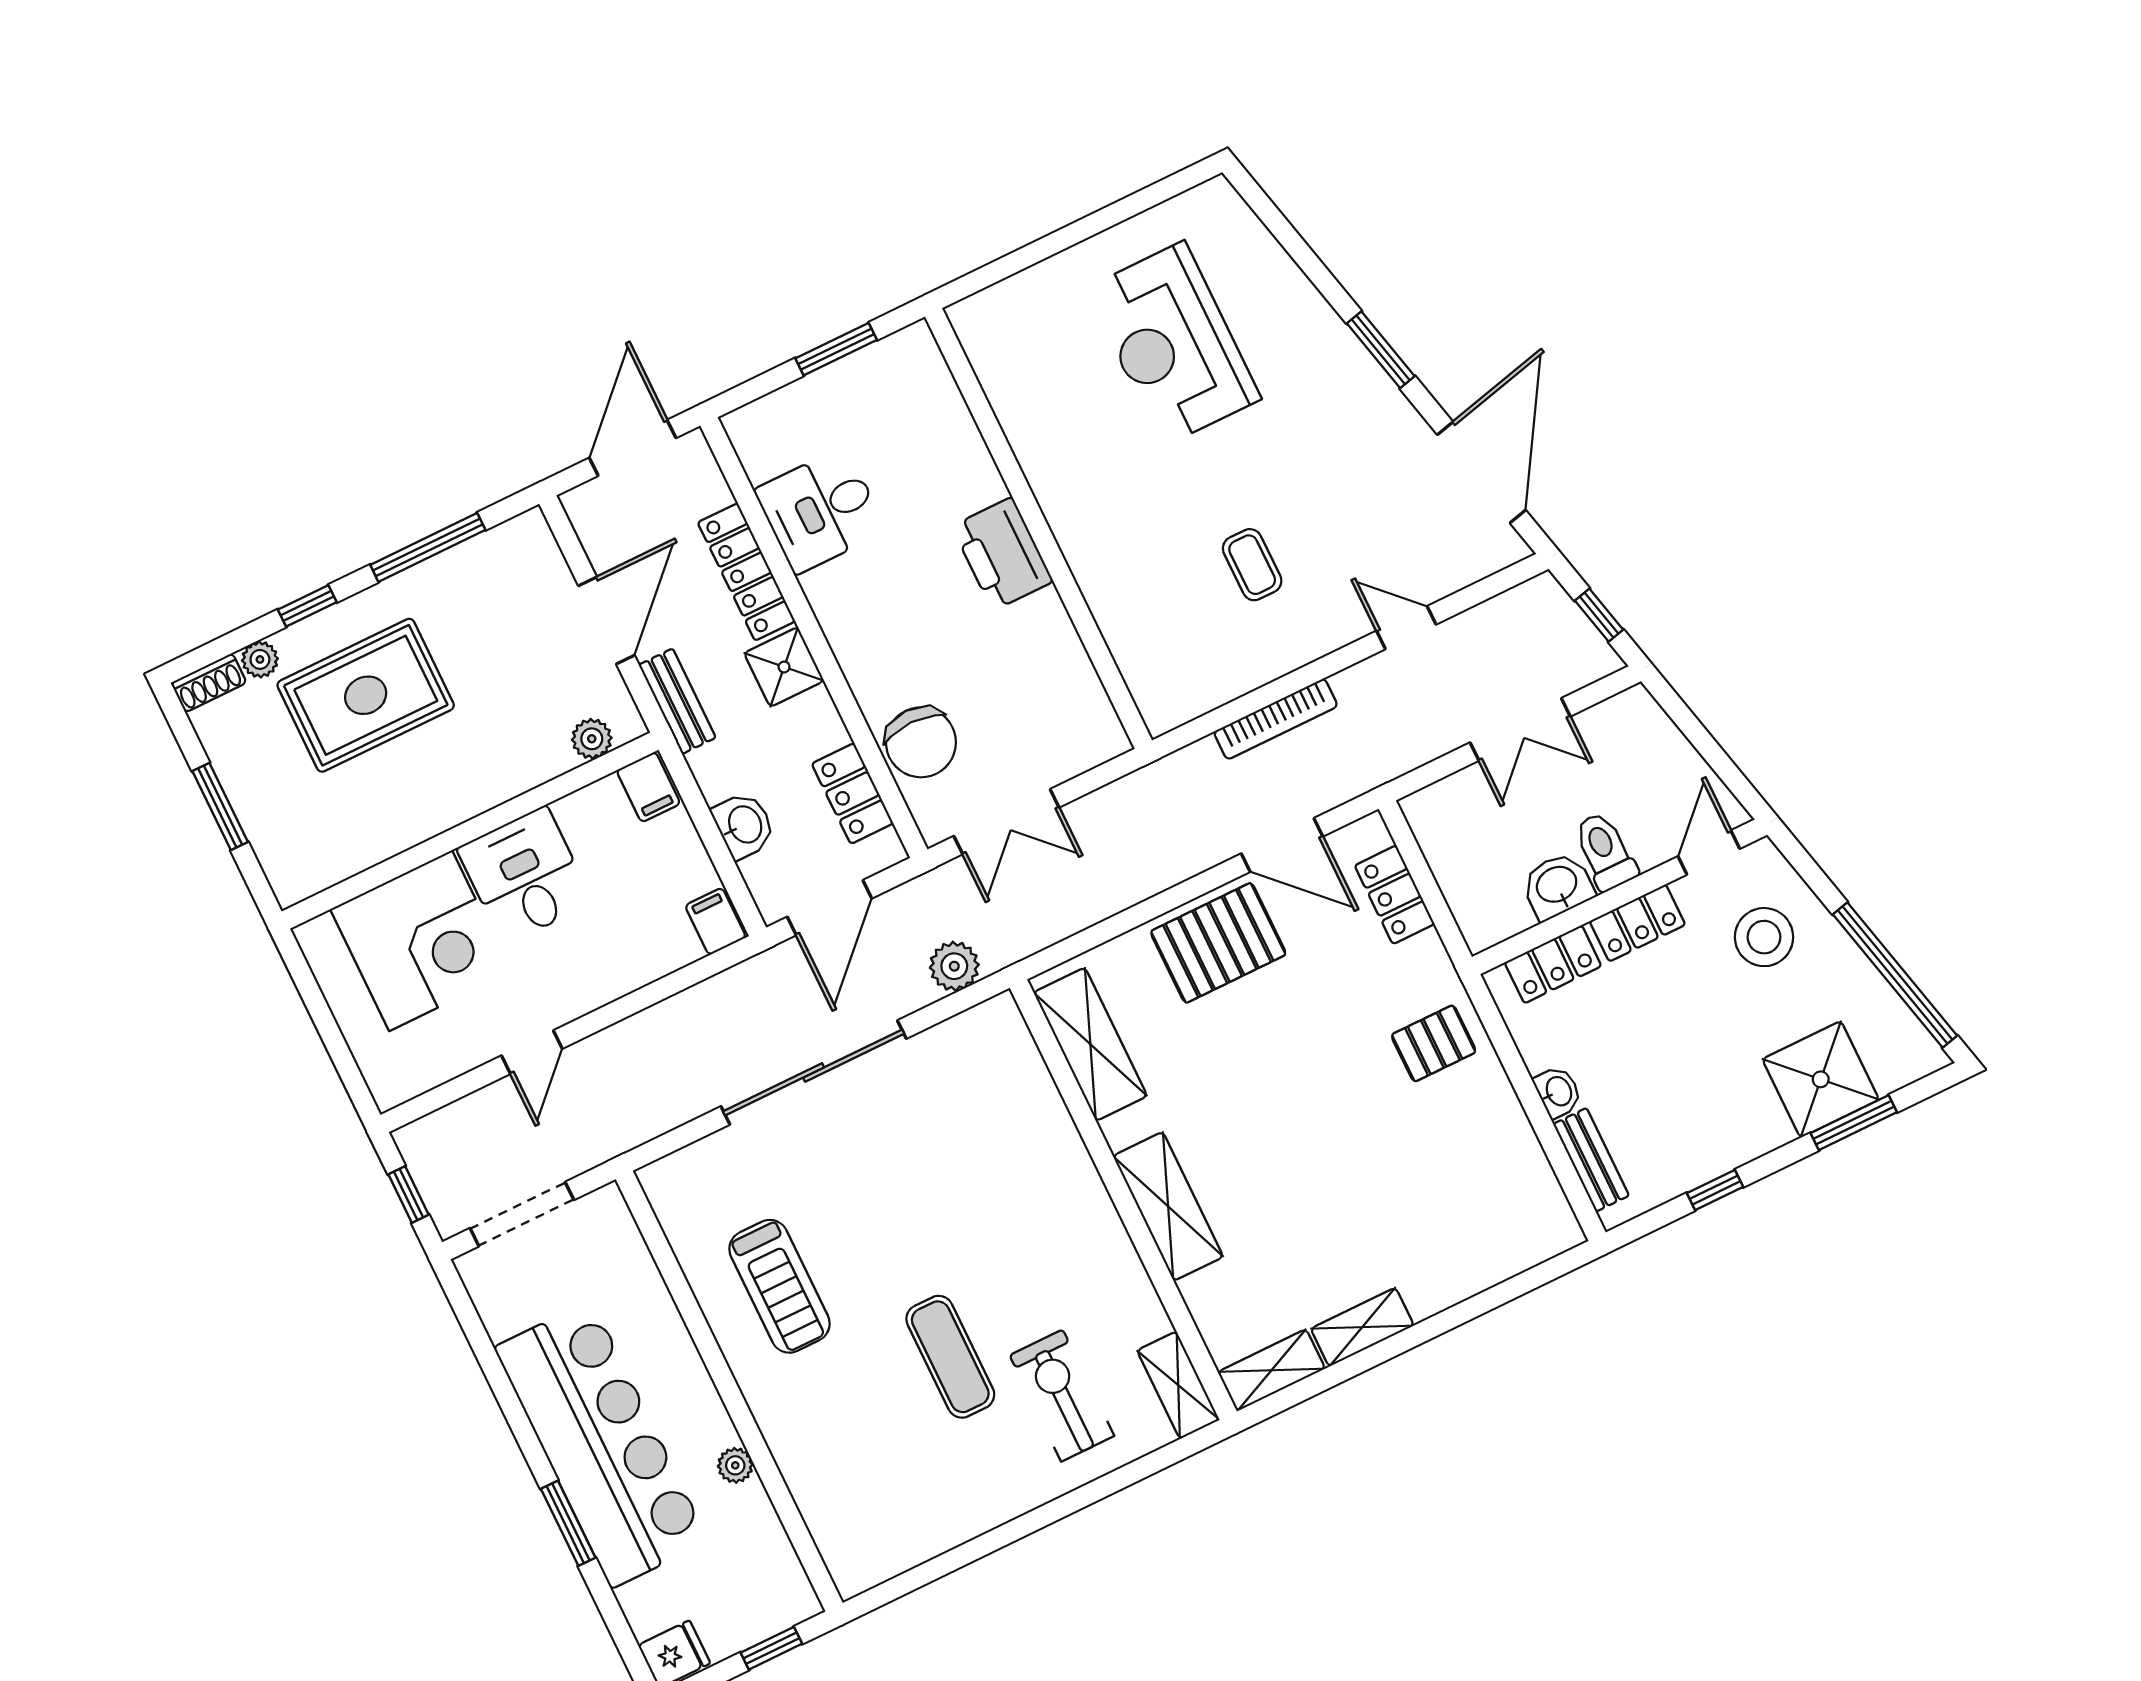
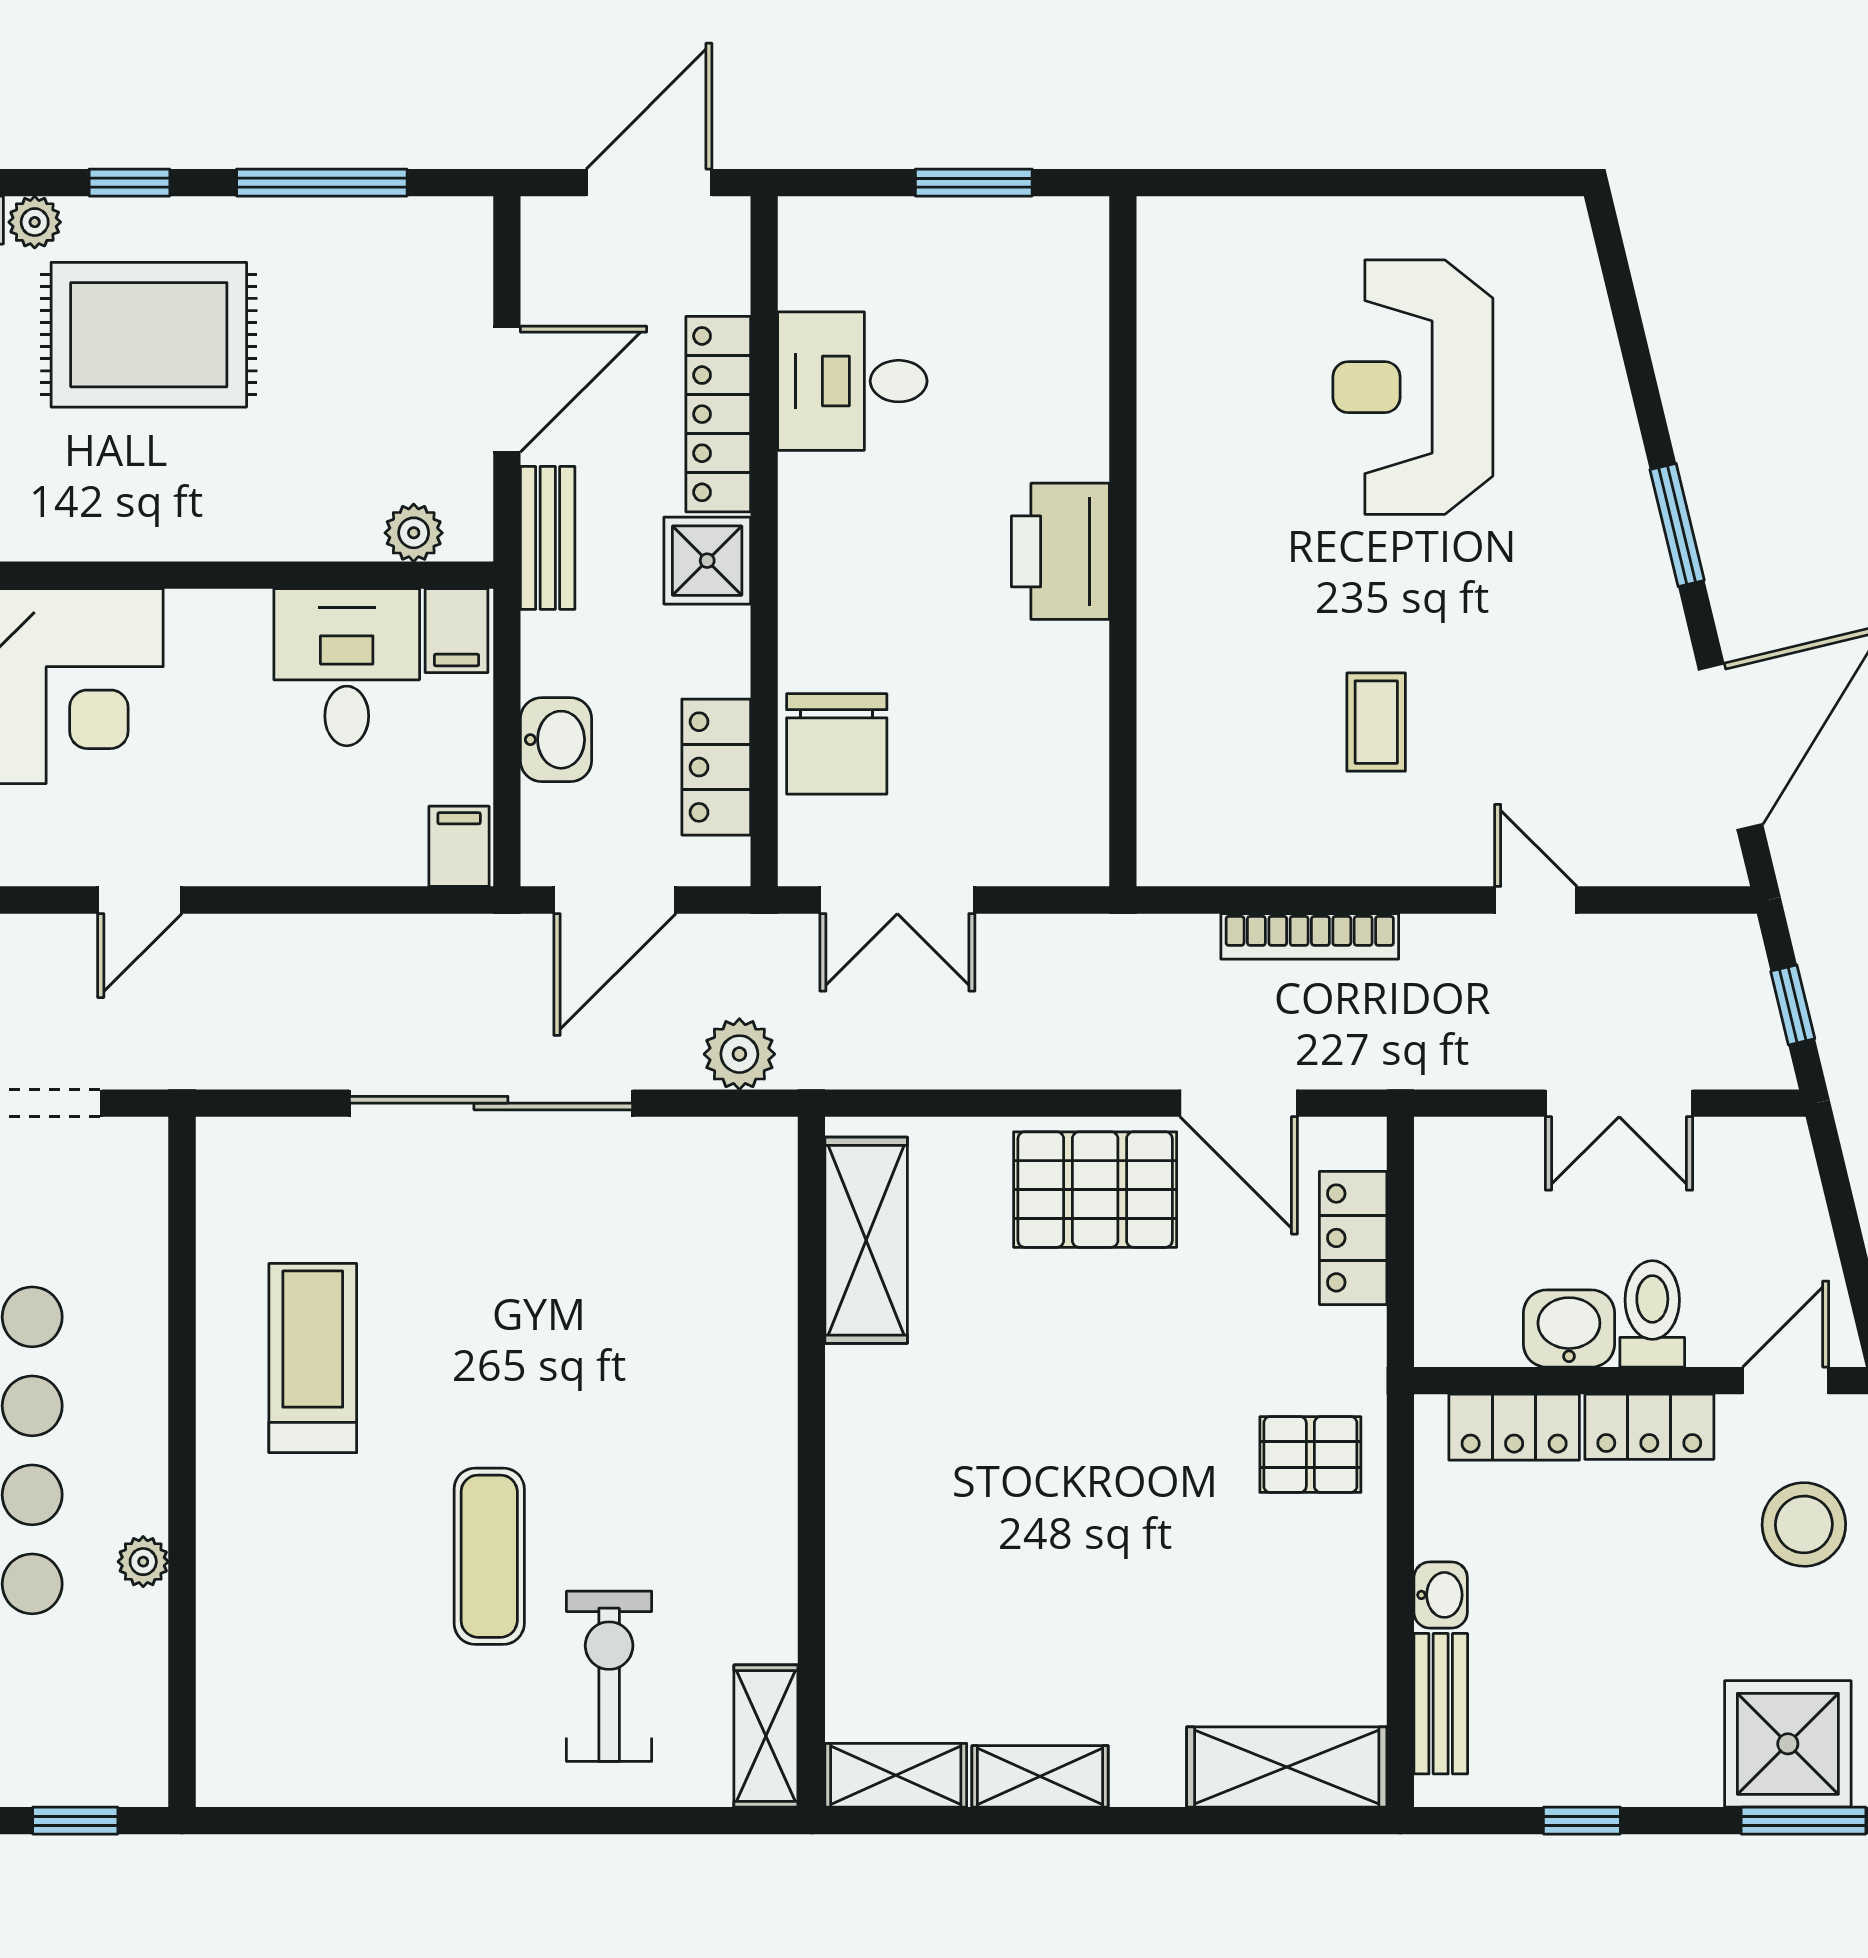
desk: (525, 875) -> (347, 667), moved
shelving: (1168, 1206) -> (1287, 1767), moved, turned 90
treadmill: (780, 1286) -> (313, 1358), turned 180

